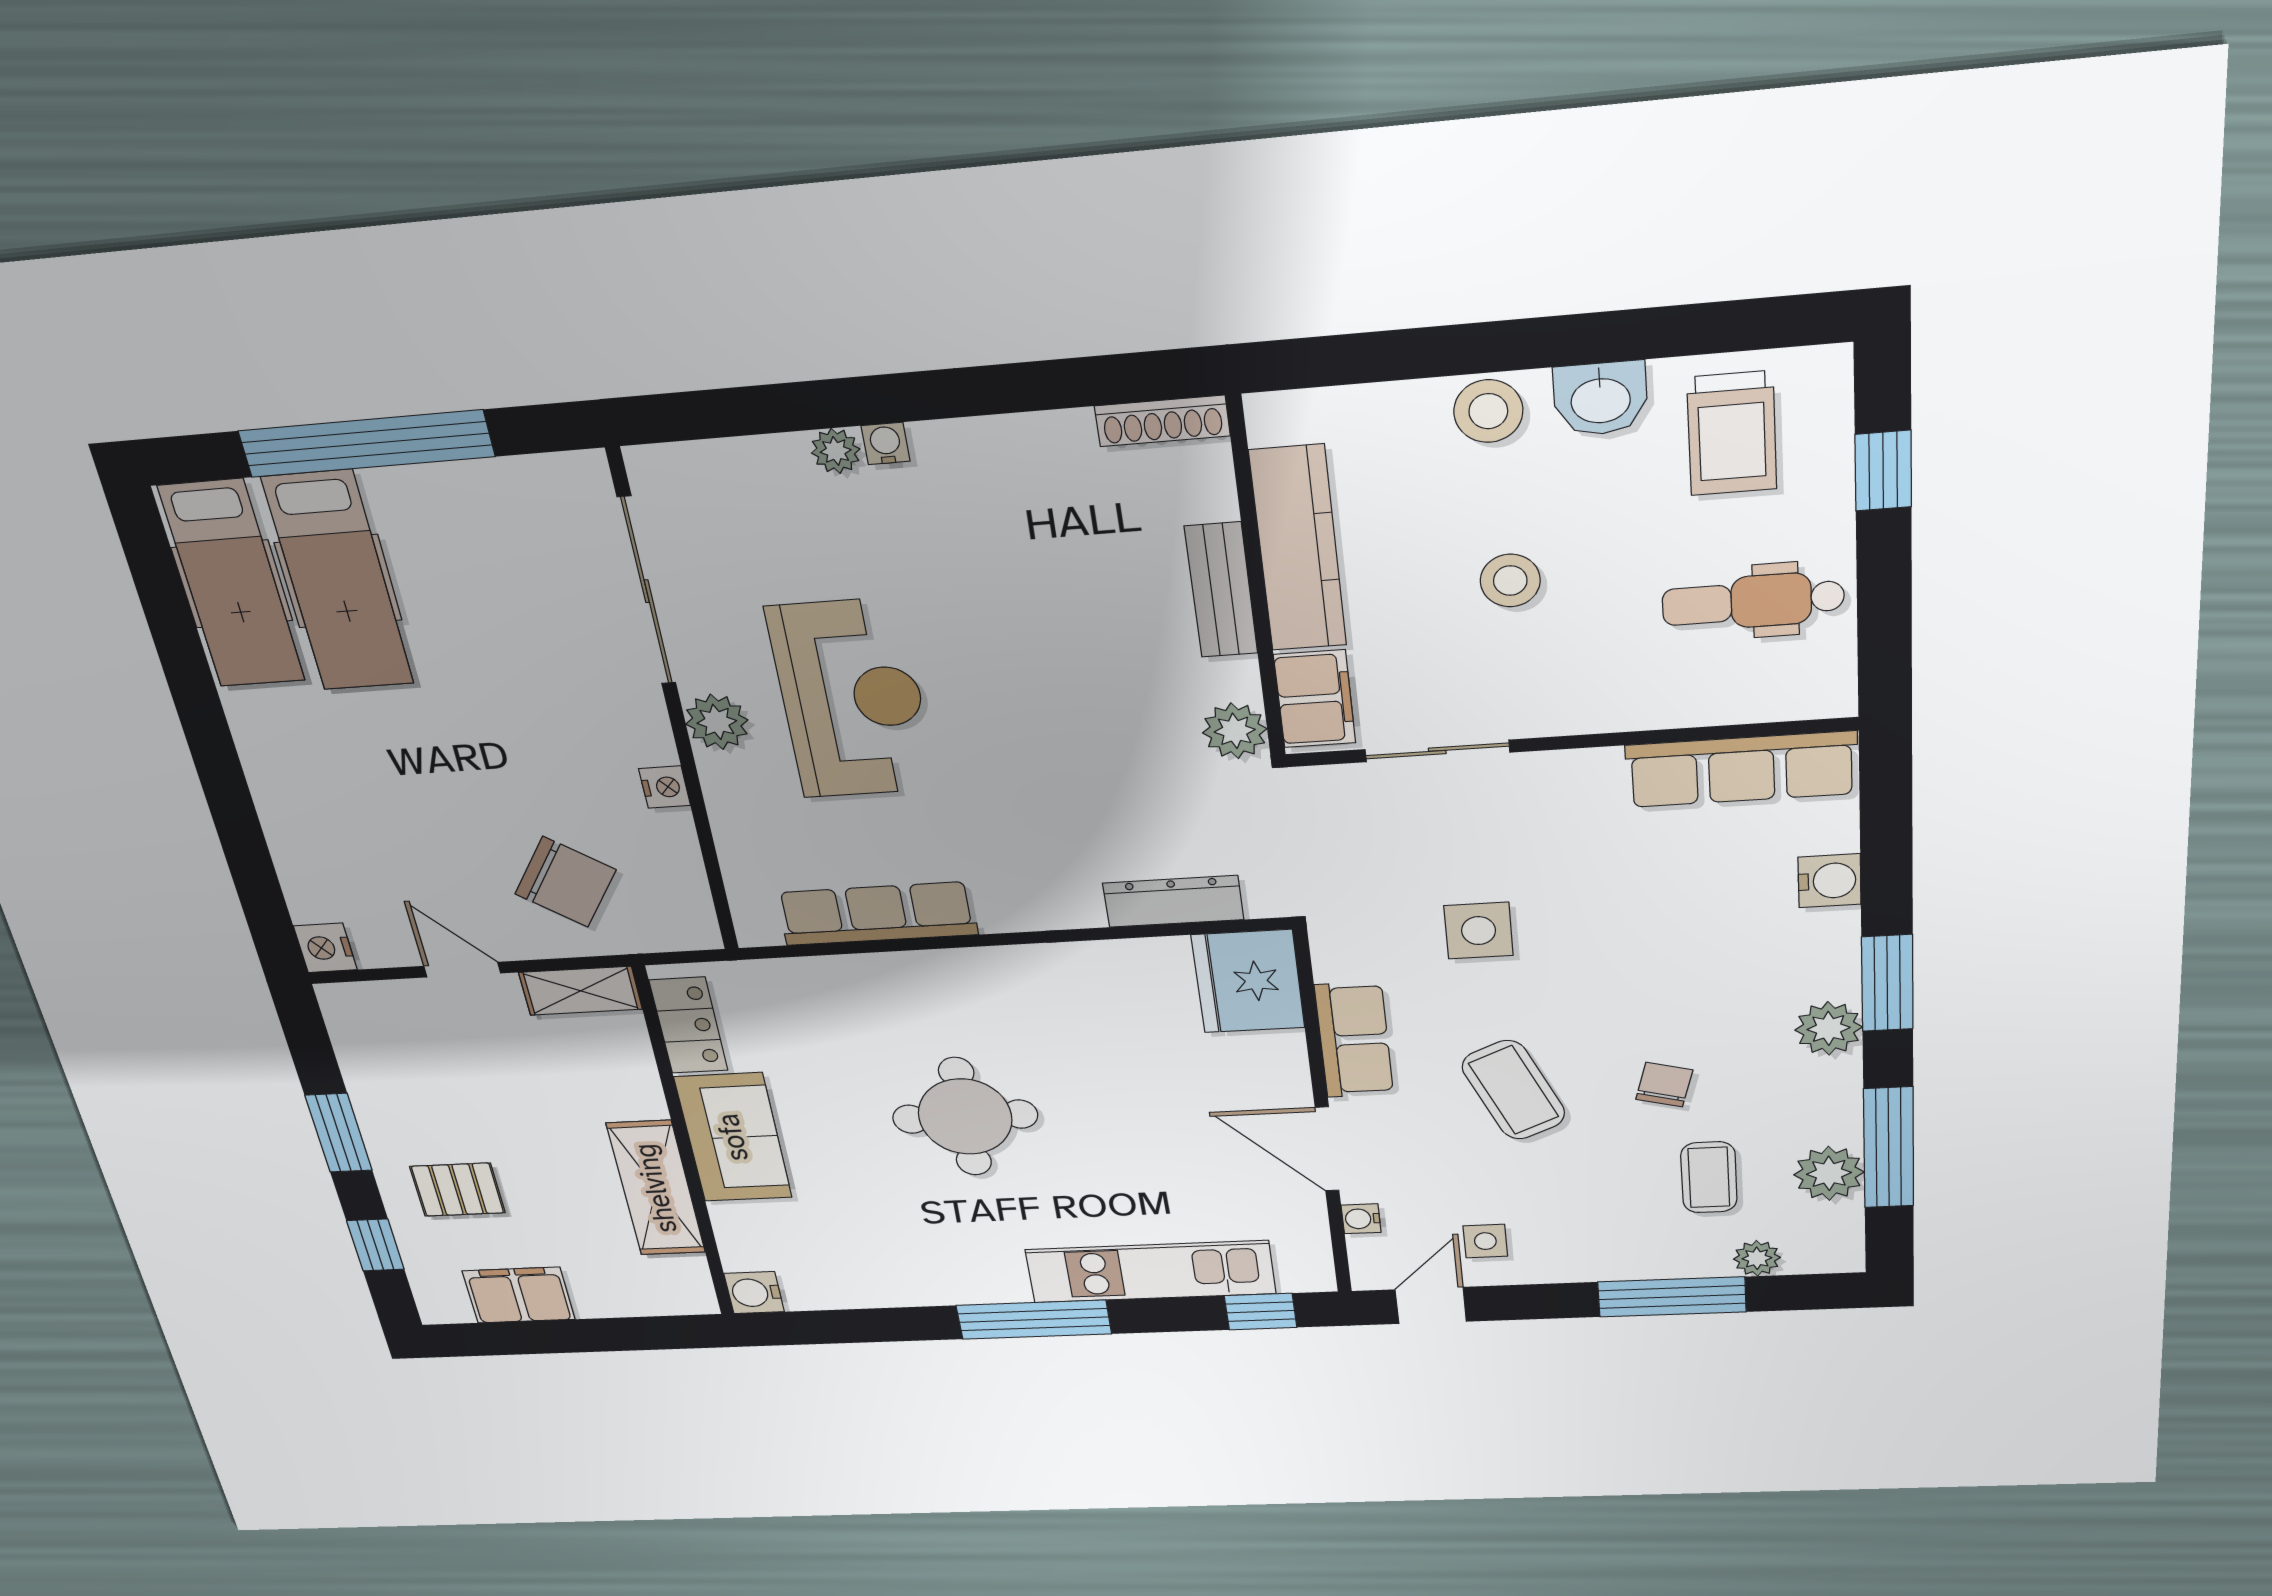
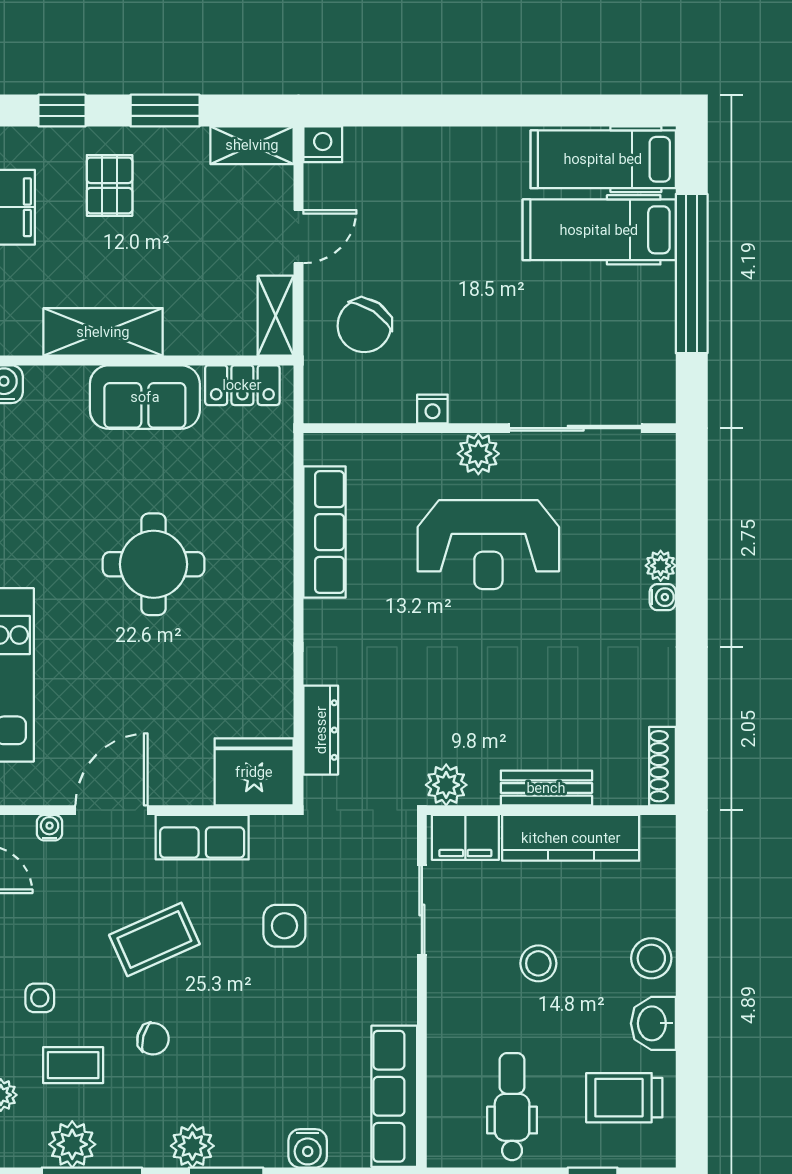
shelving: (353, 1031) -> (252, 145), added
side table: (1485, 1241) -> (40, 998), moved

